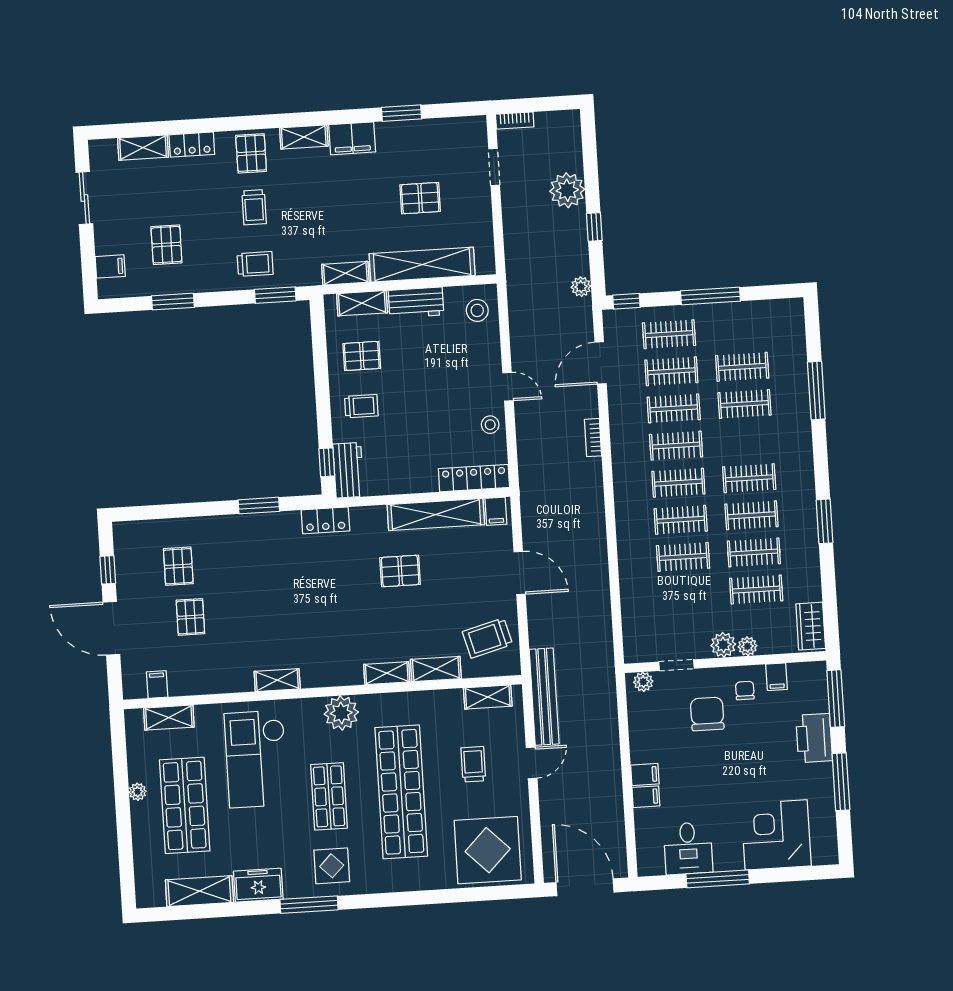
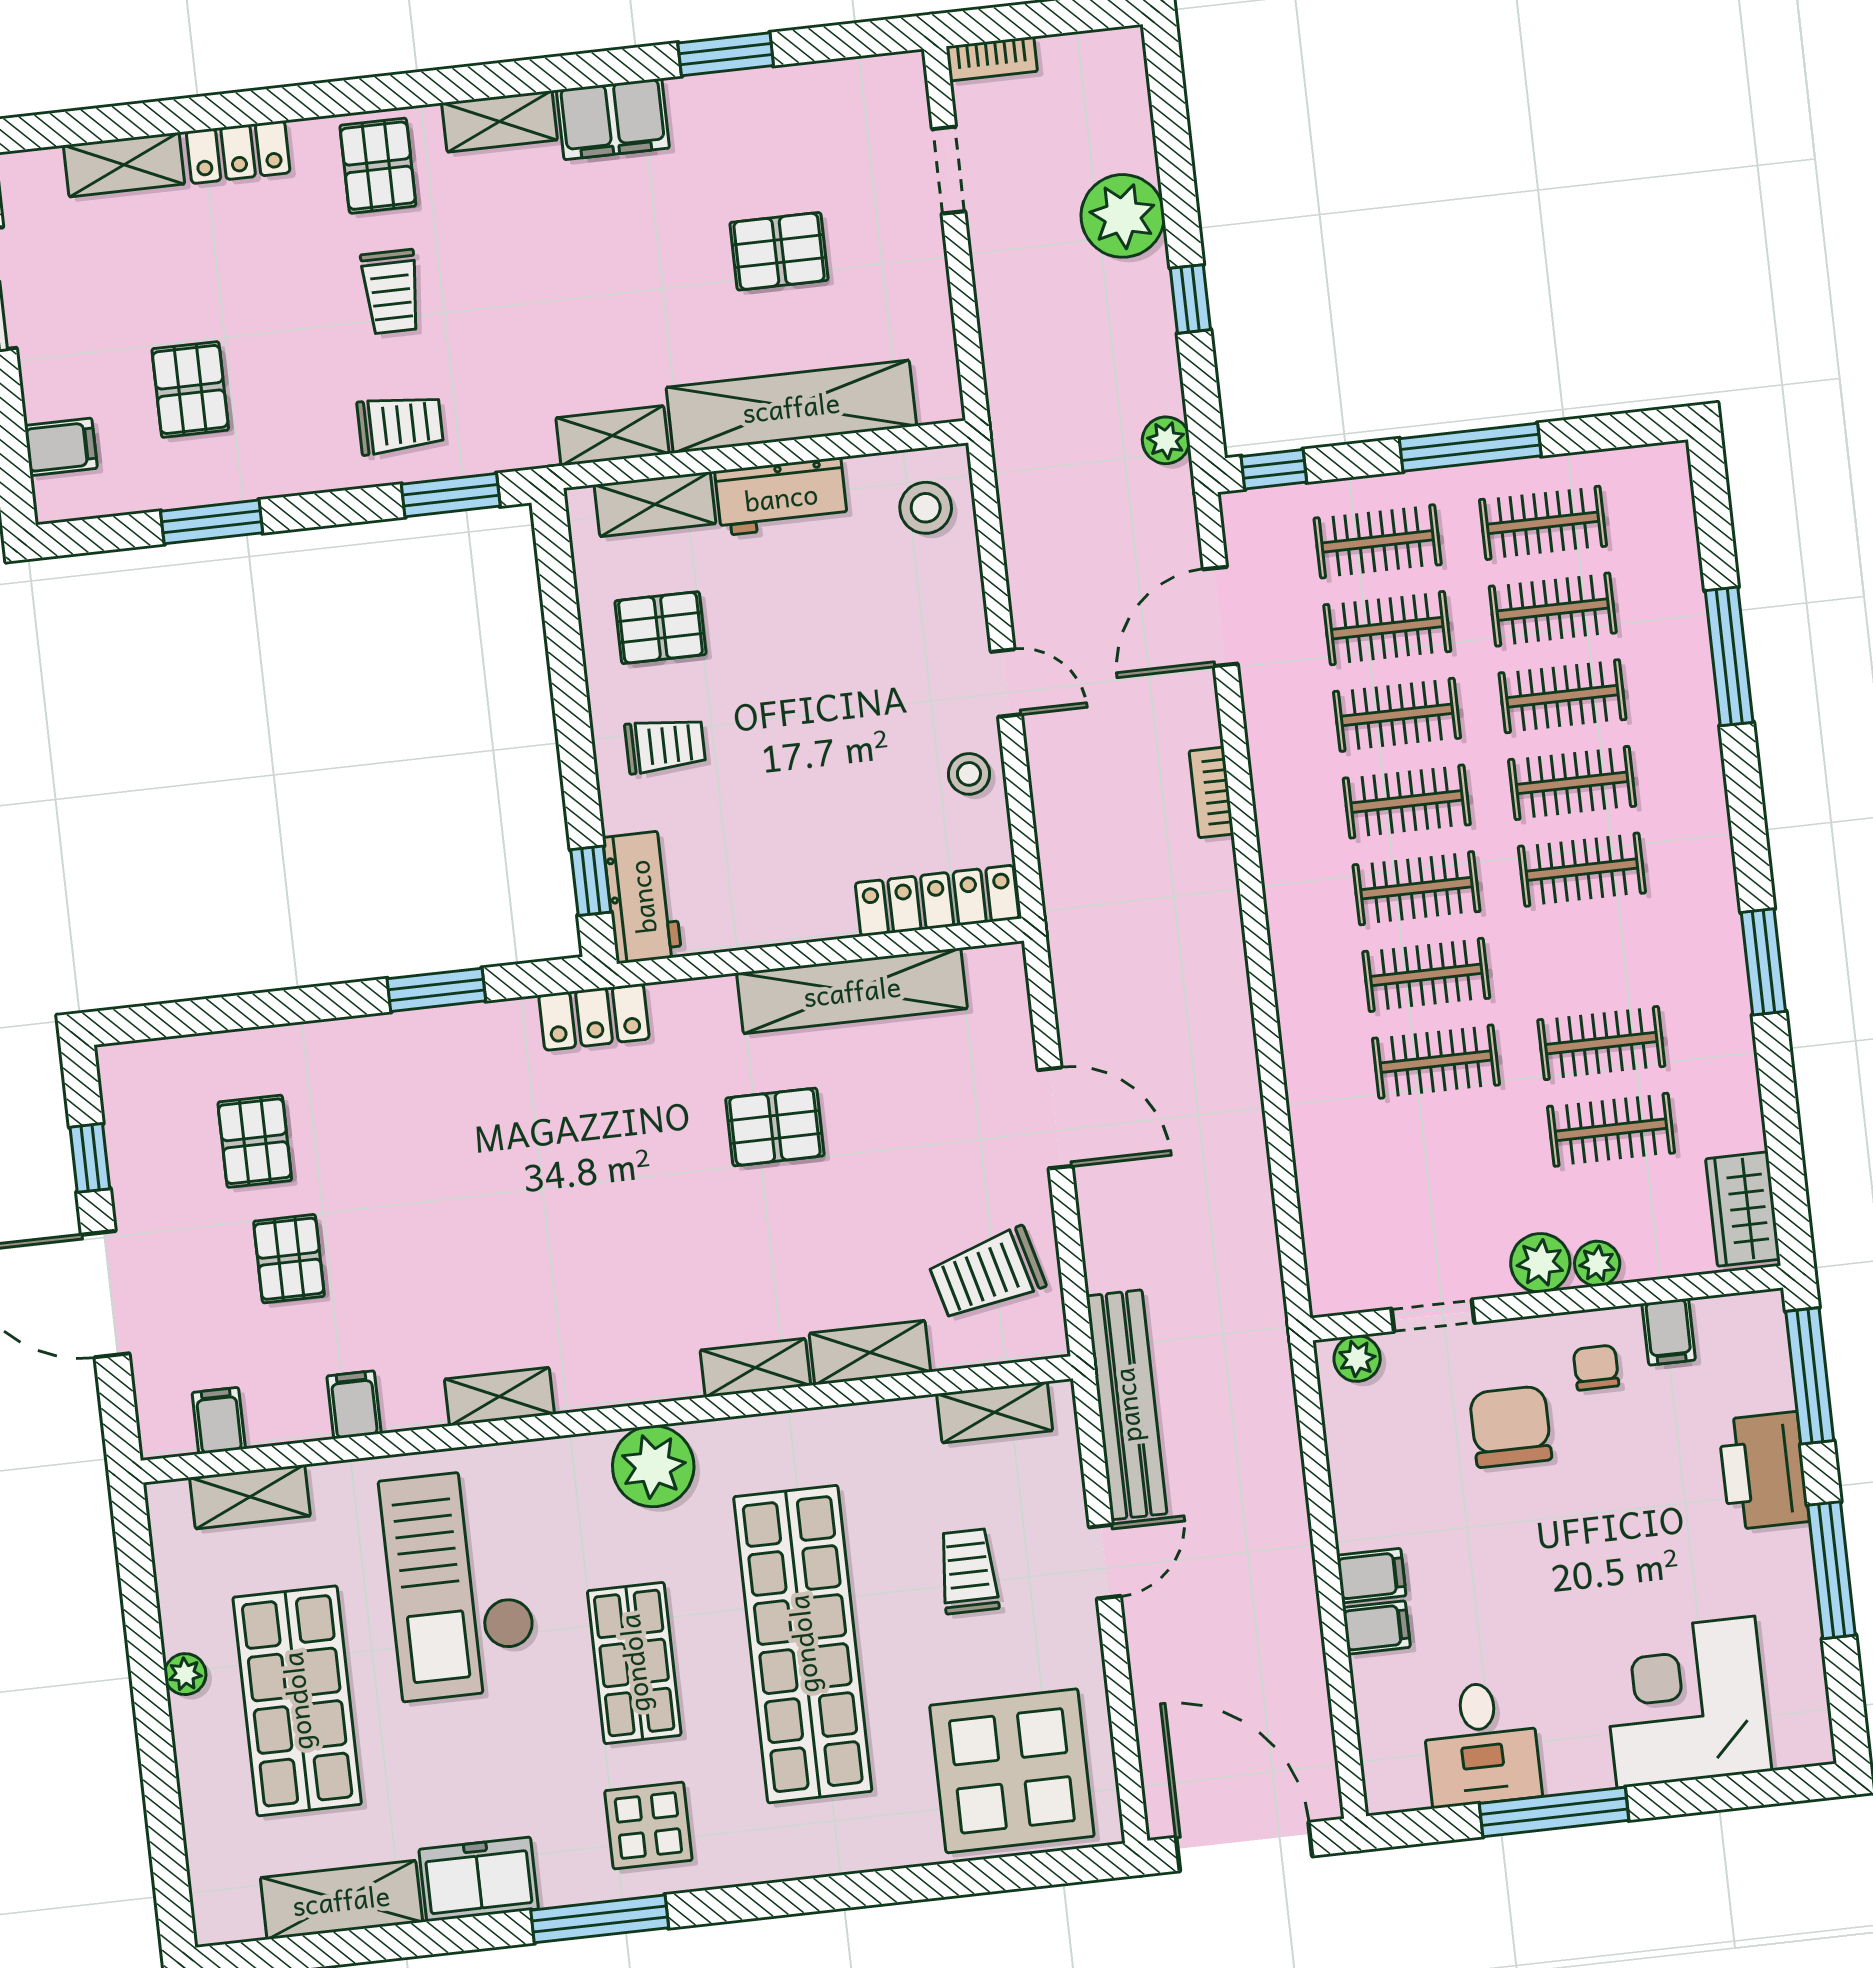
clothes rail: (740, 330) -> (1543, 523), added
filing cabinet: (496, 511) -> (354, 1405), moved, turned 180
clothes rail: (752, 515) -> (1572, 783), moved

